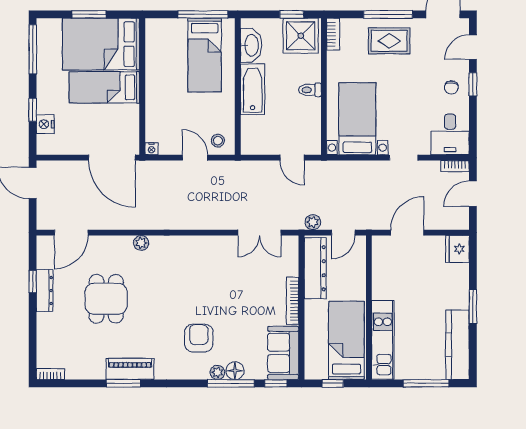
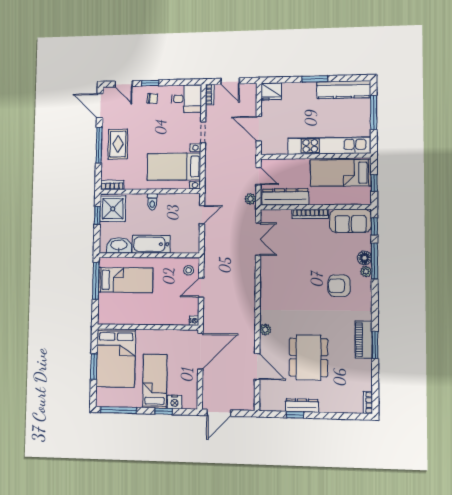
bed: (104, 87) -> (155, 381), moved, turned 180
door: (71, 233) -> (257, 366), moved
dining table: (106, 299) -> (308, 357), width x1.38
kitchen unit: (383, 340) -> (329, 146), width x1.36

